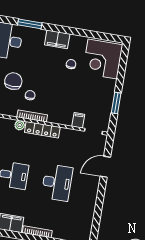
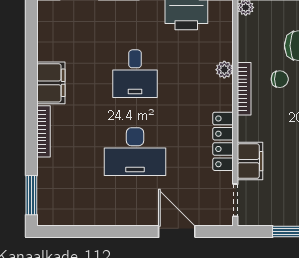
filing cabinet: (78, 120) -> (250, 161), width x2.00
locker: (42, 130) -> (223, 141), moved

